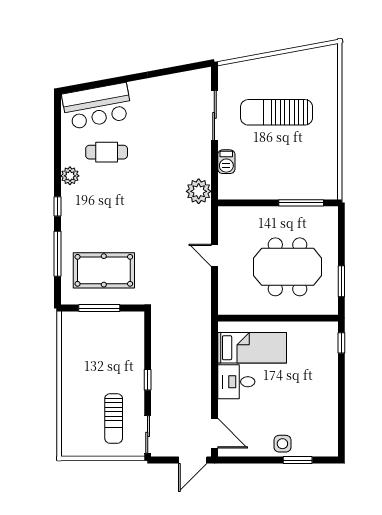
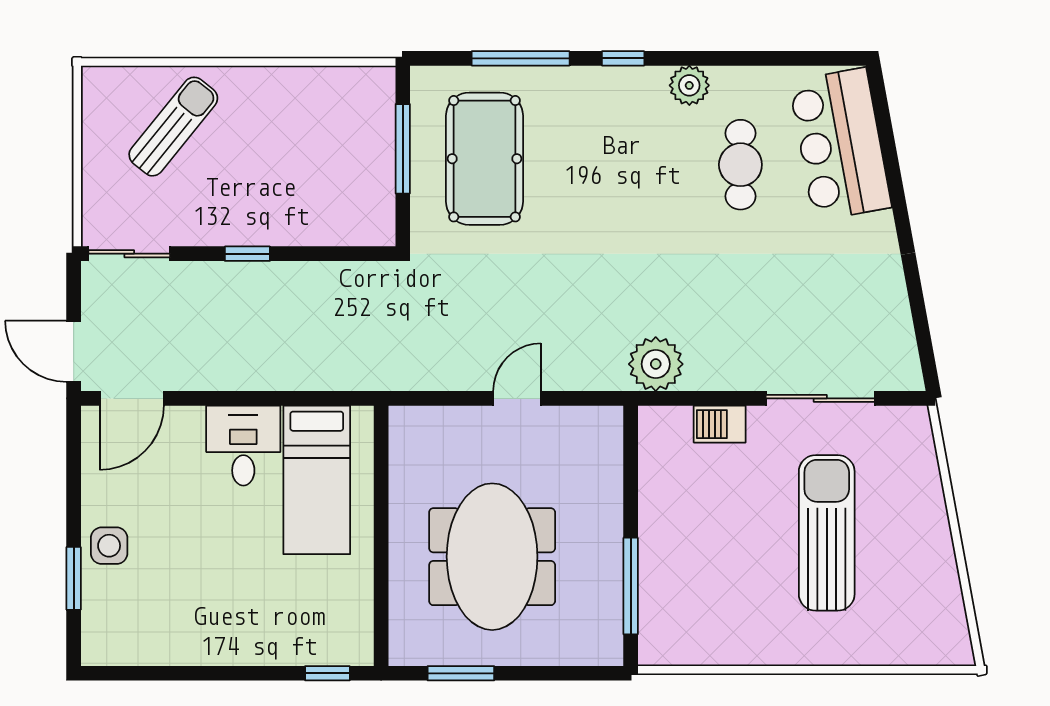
sun lounger: (114, 418) -> (173, 127), moved, turned 129

